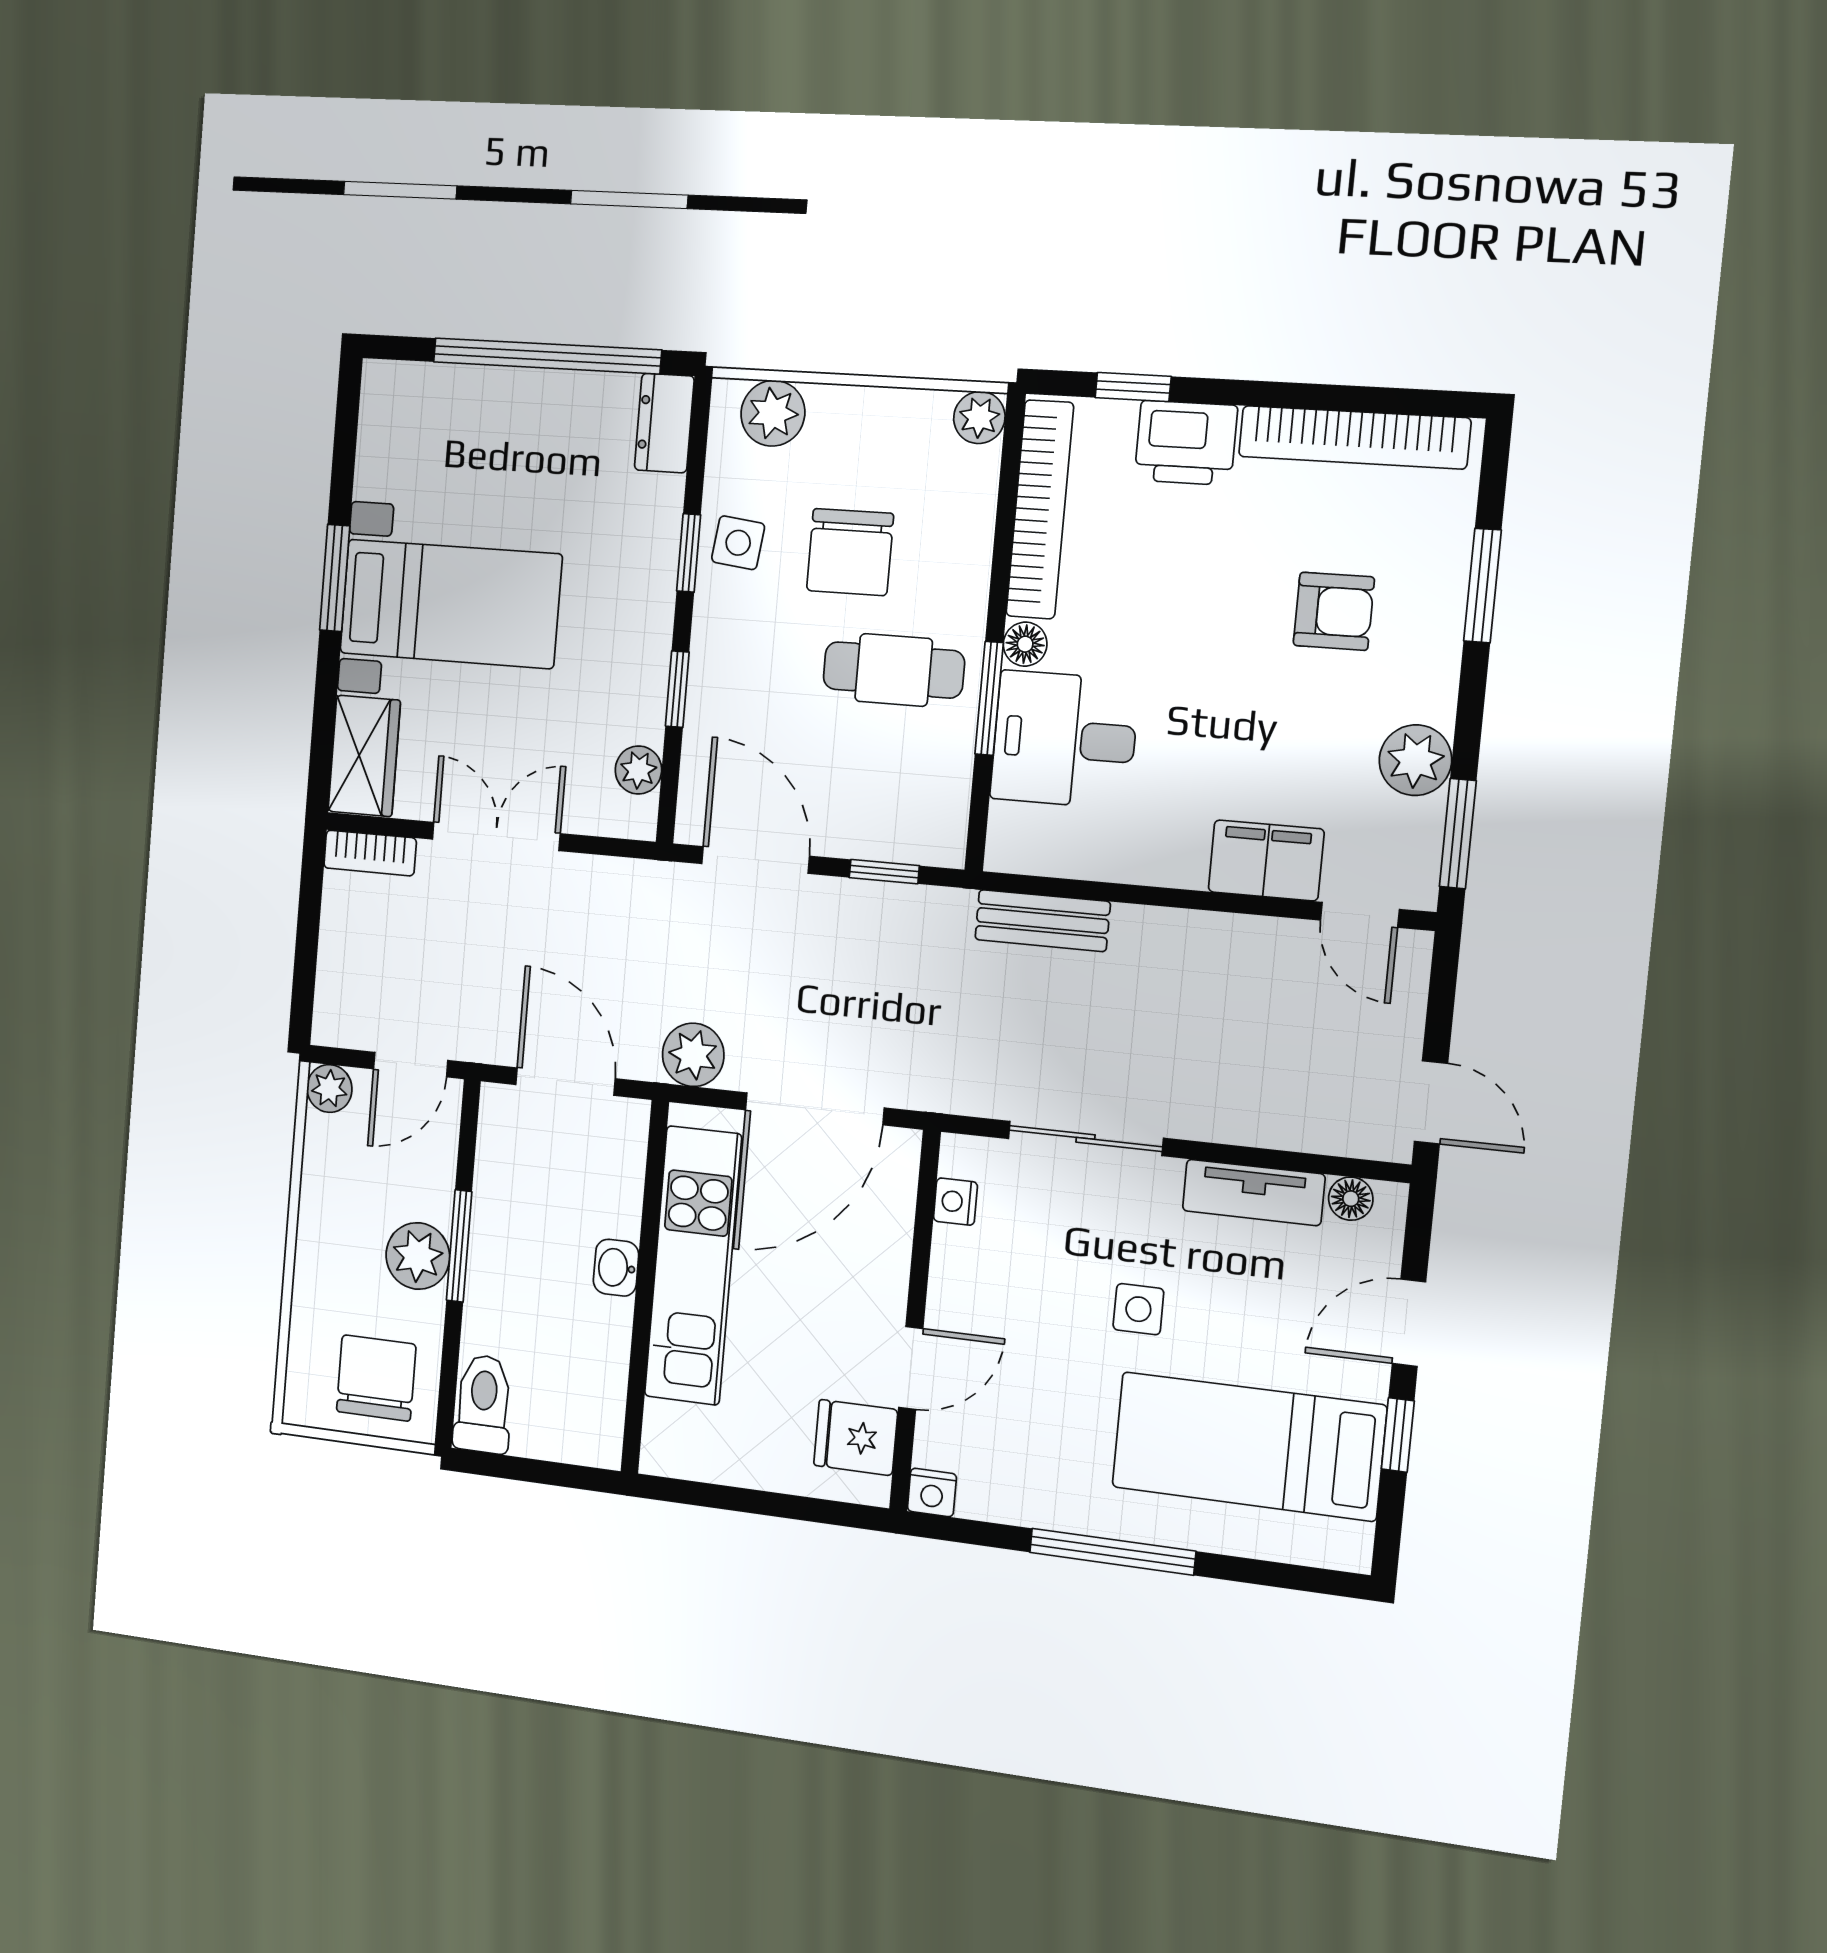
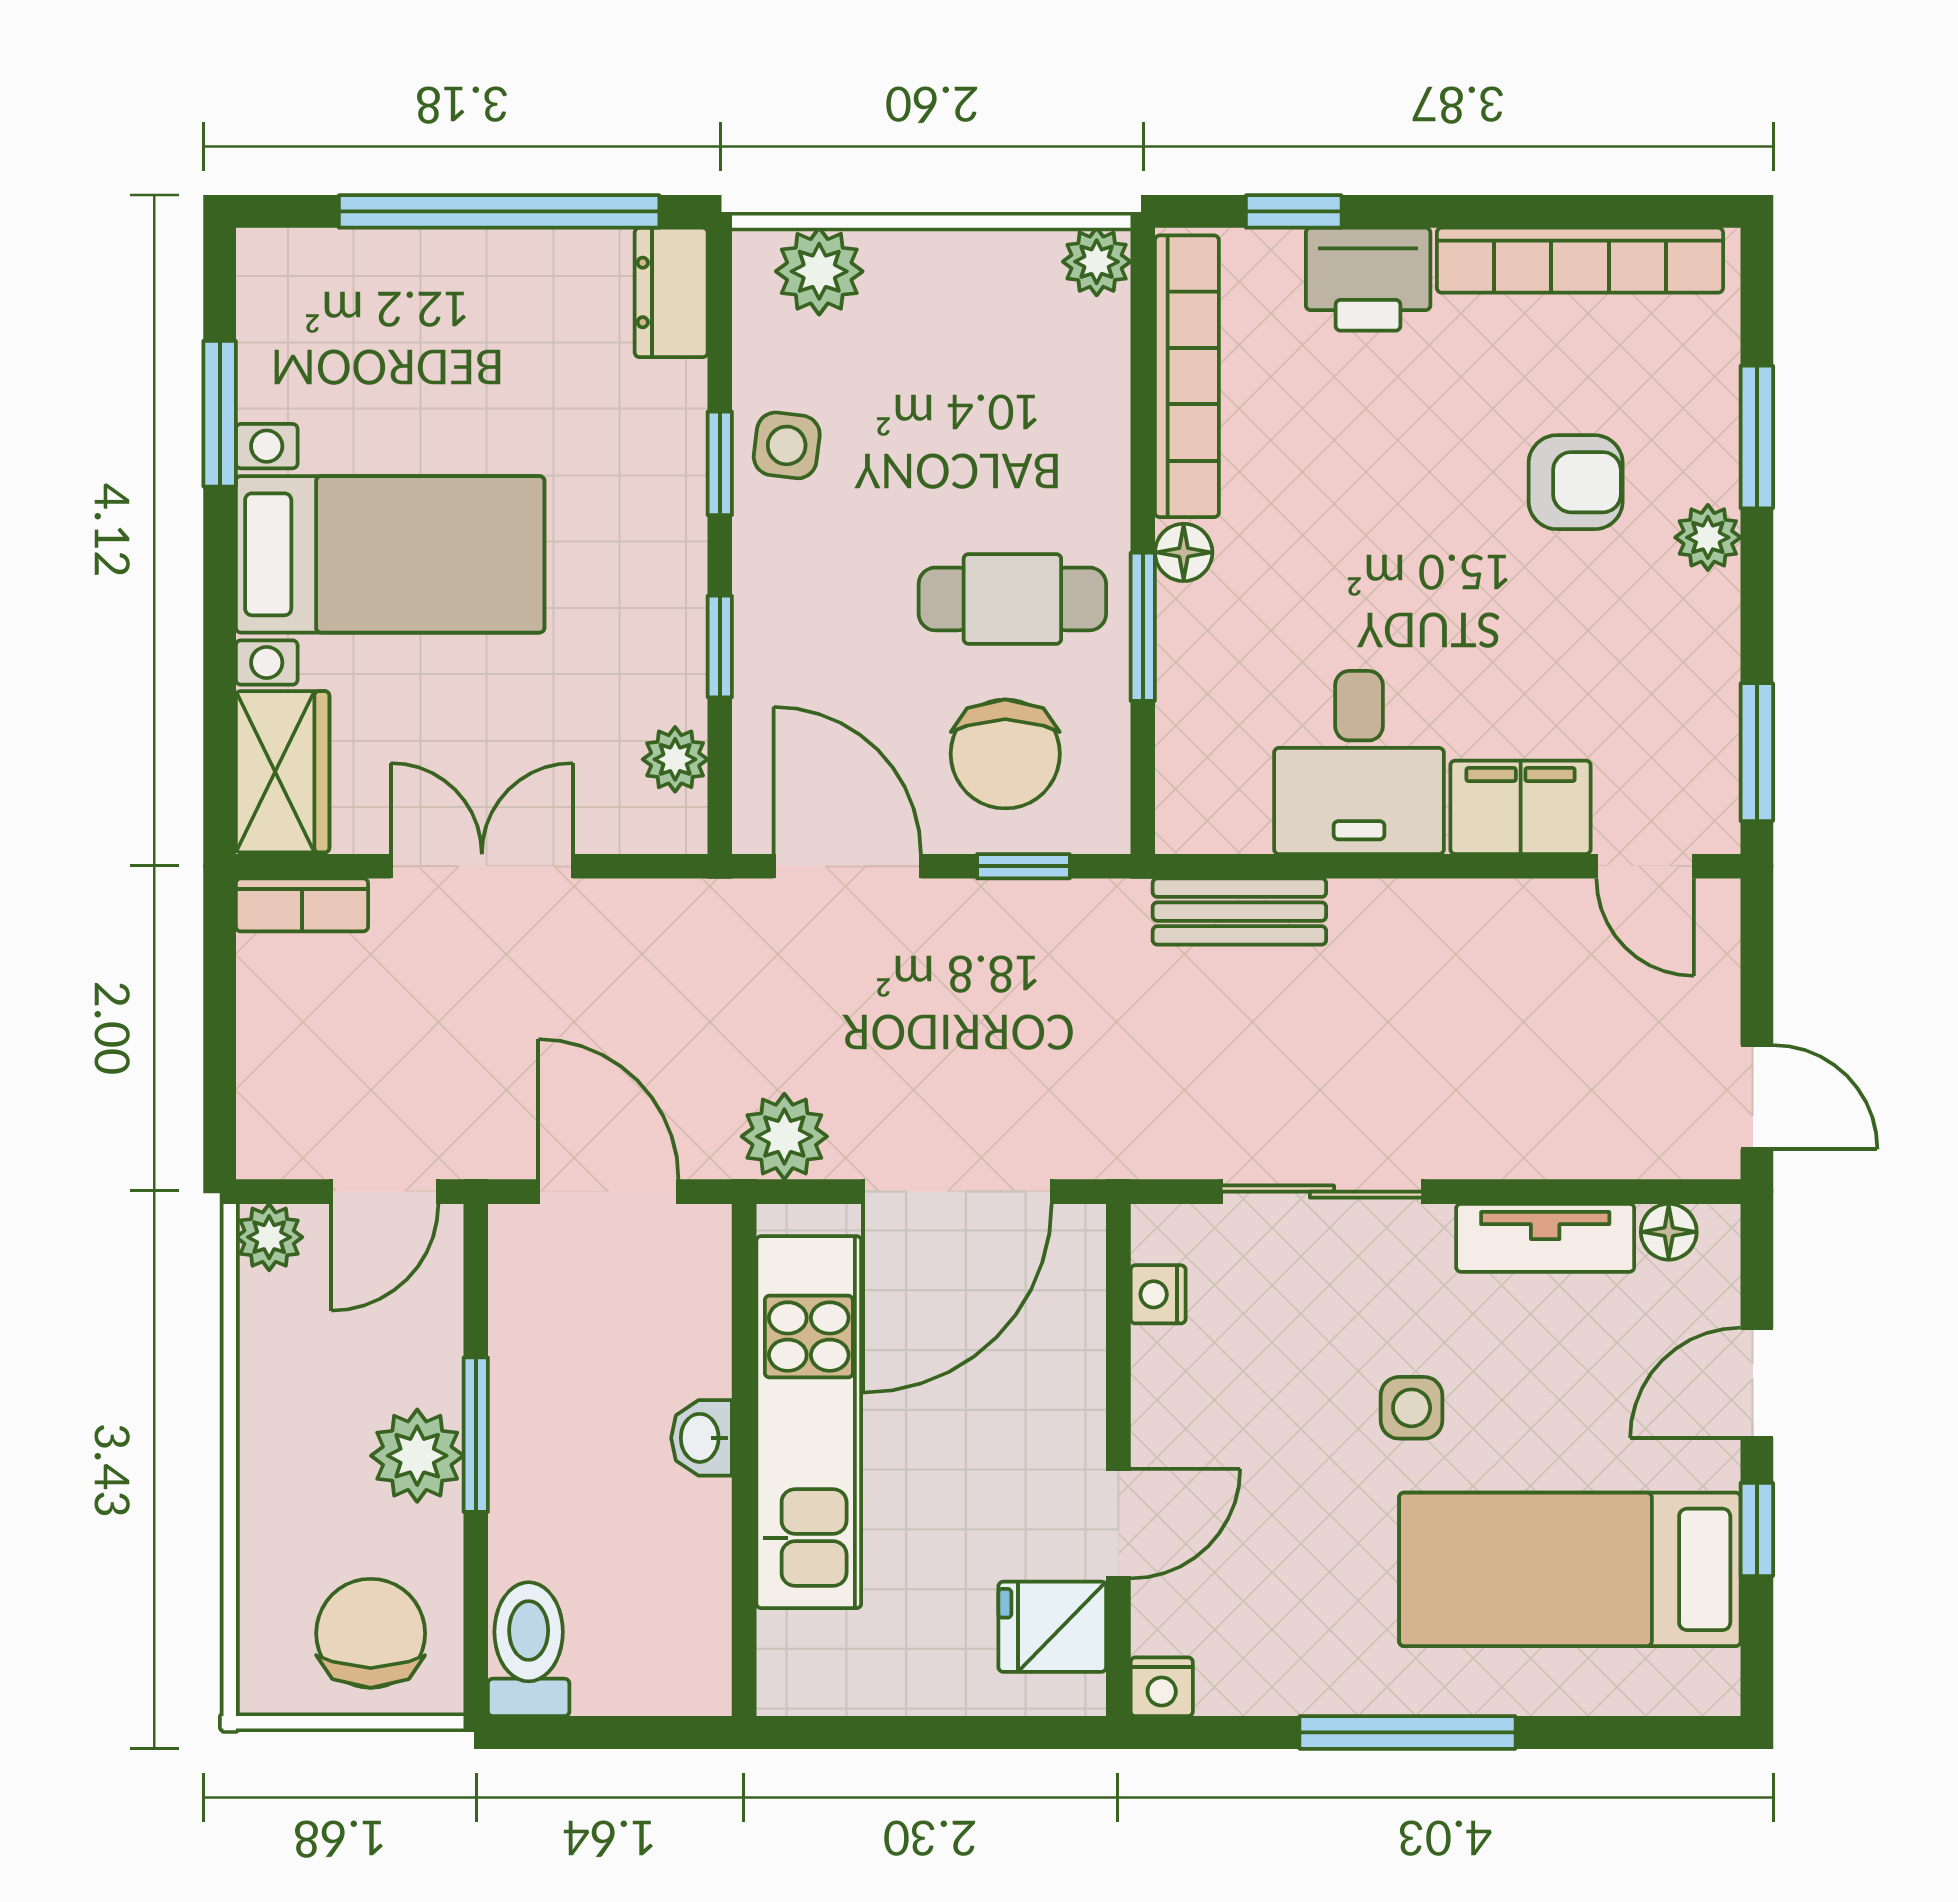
chair: (850, 552) -> (1005, 754), moved
window: (335, 578) -> (220, 414), moved
desk: (1064, 739) -> (1359, 762), moved, turned -90
plant: (1415, 760) -> (1708, 537), moved, width x0.73, depth x0.73

